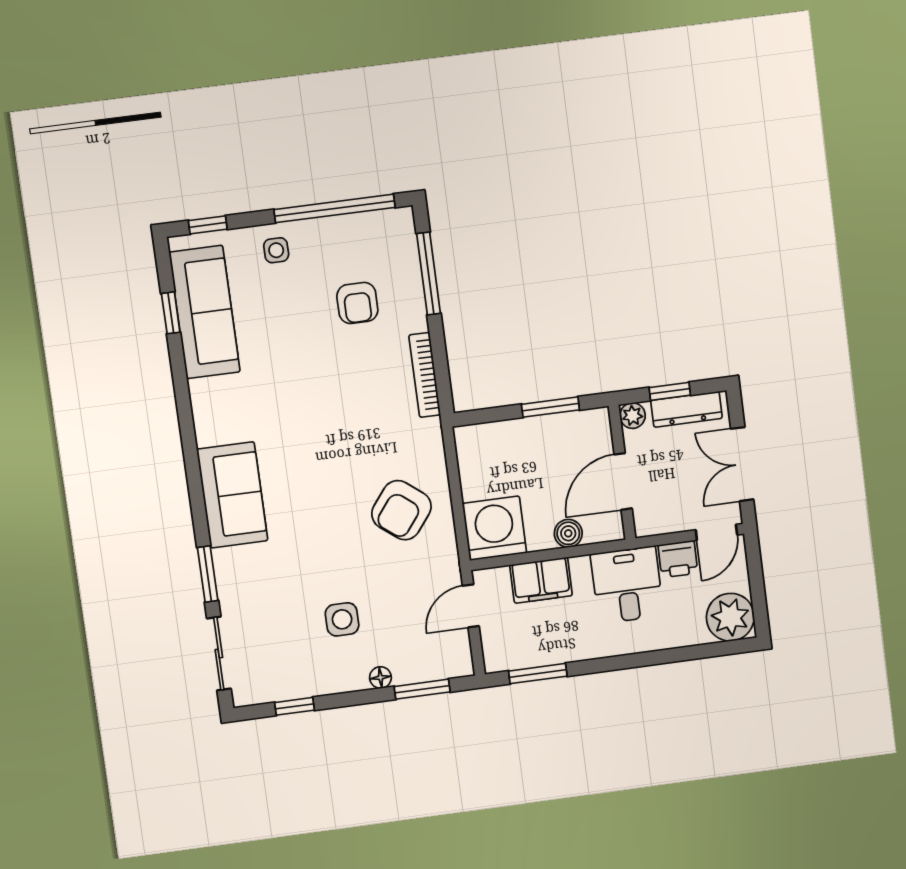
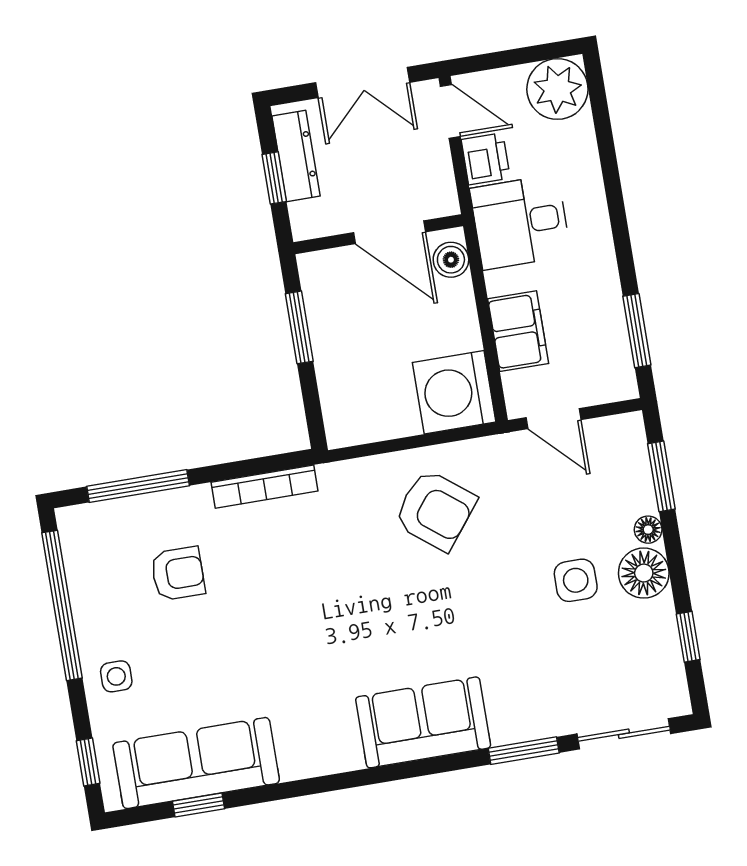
plant: (633, 416) -> (306, 224), removed
boiler: (568, 533) -> (451, 260), moved
floor lamp: (346, 673) -> (644, 573), added

